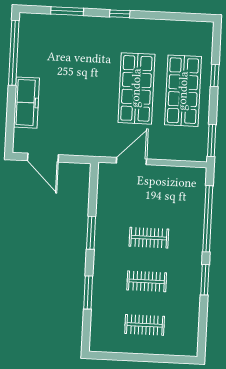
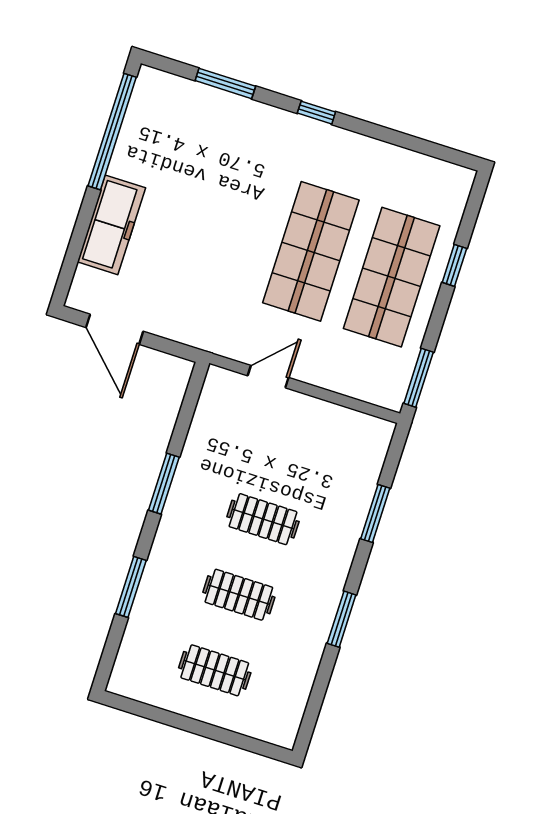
door: (131, 161) -> (268, 377), width x0.73
window: (208, 219) -> (375, 514), width x0.47

